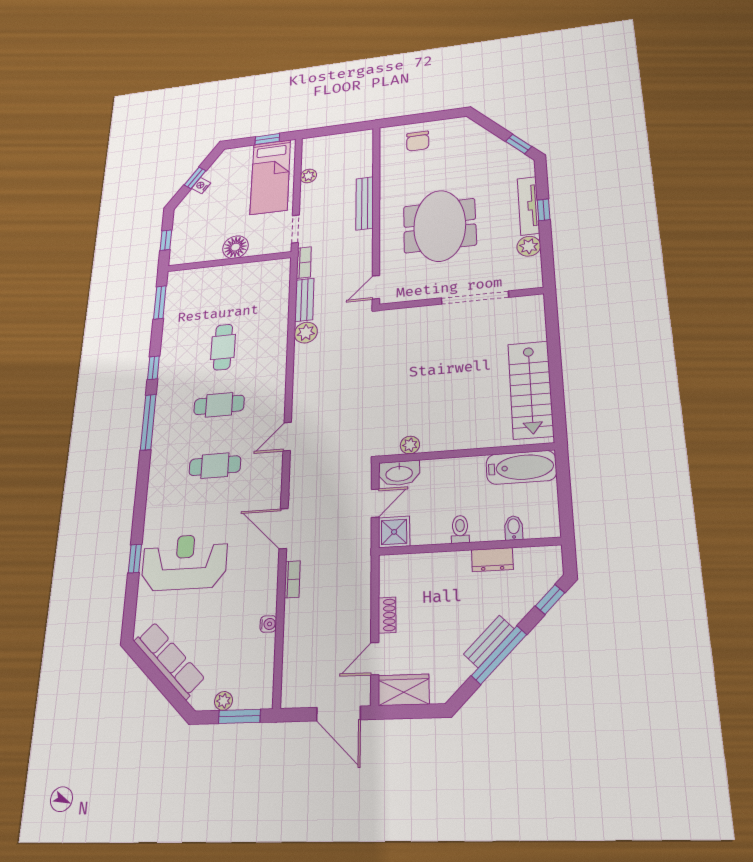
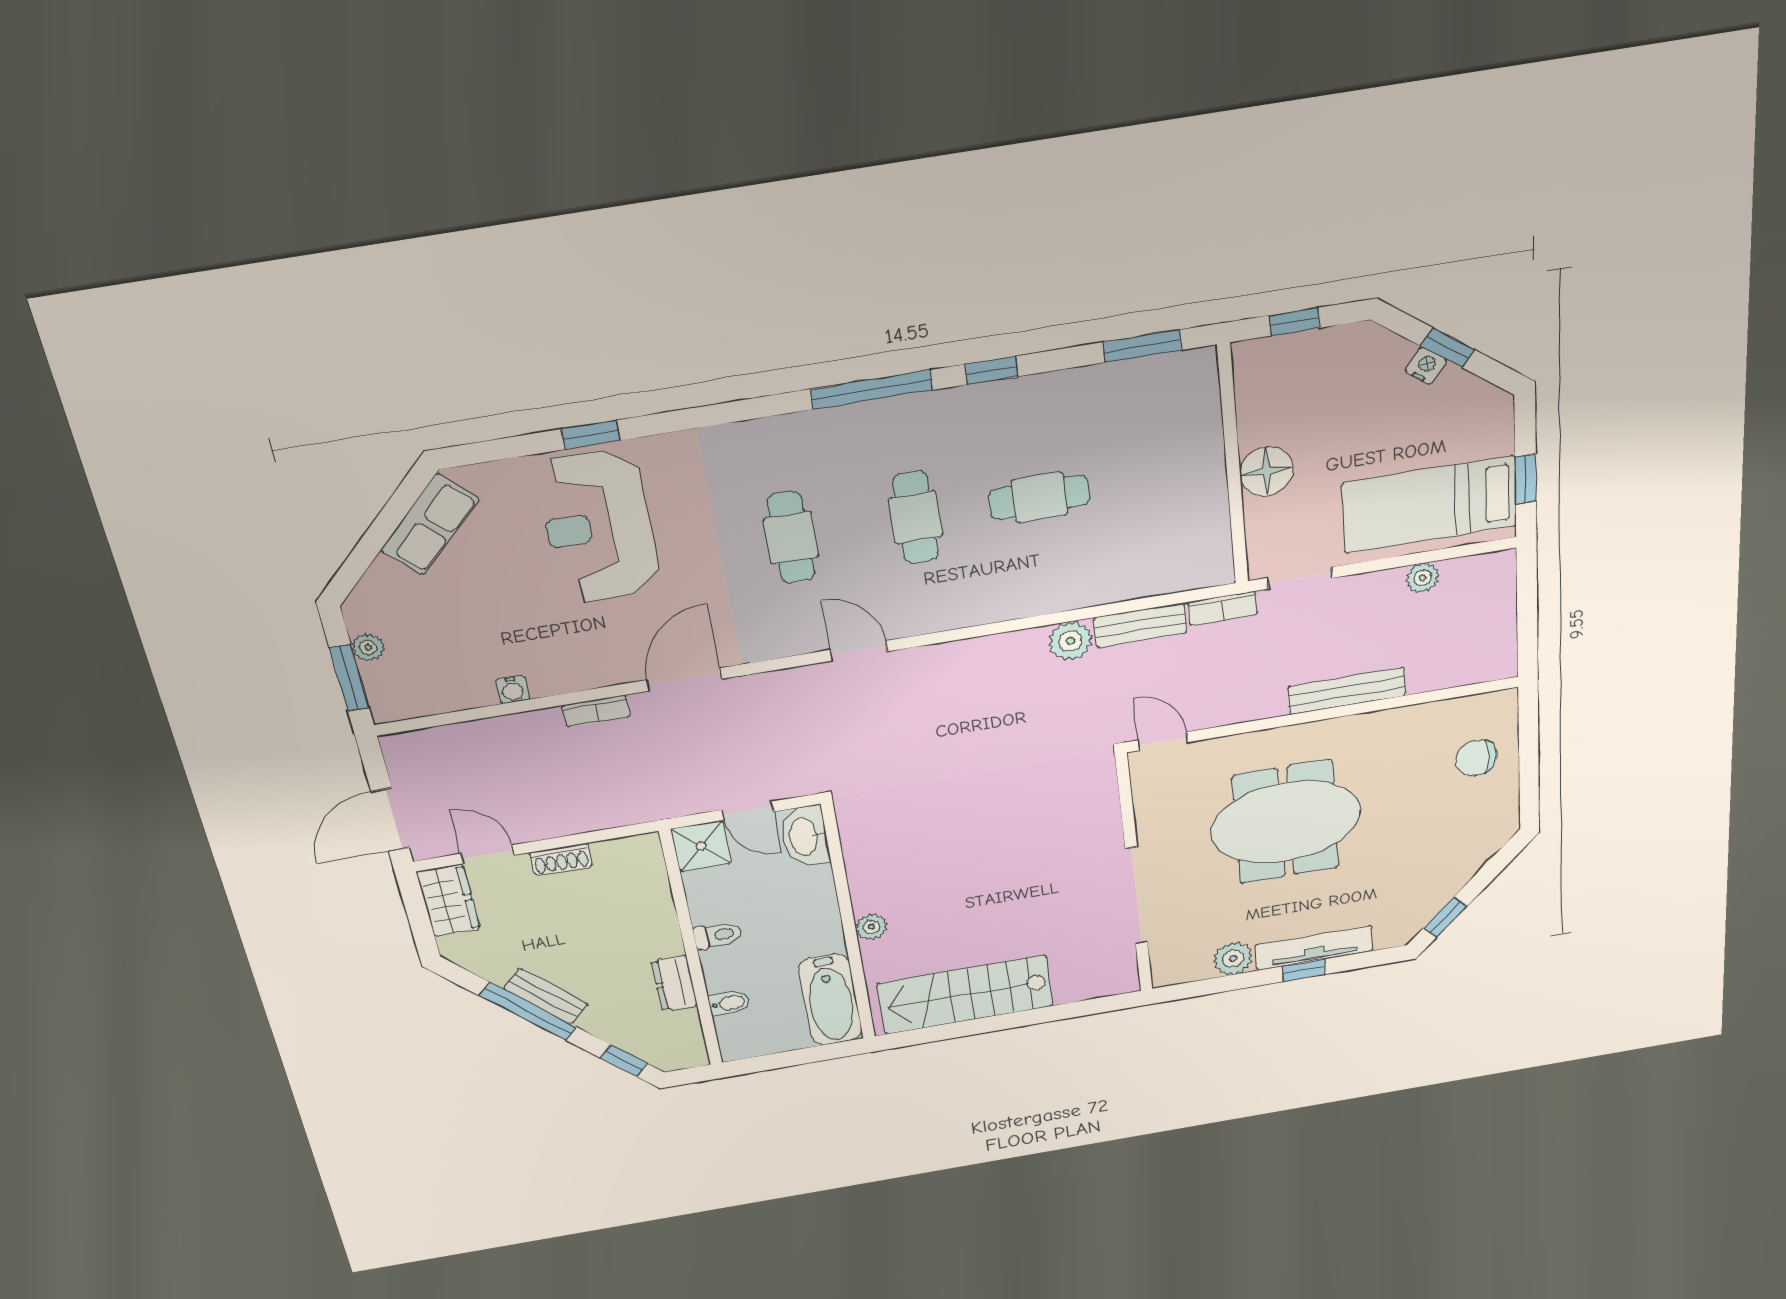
plant: (410, 445) -> (871, 927), moved
reception desk: (184, 562) -> (598, 527), turned 180
row of seats: (169, 660) -> (430, 525), width x0.68

